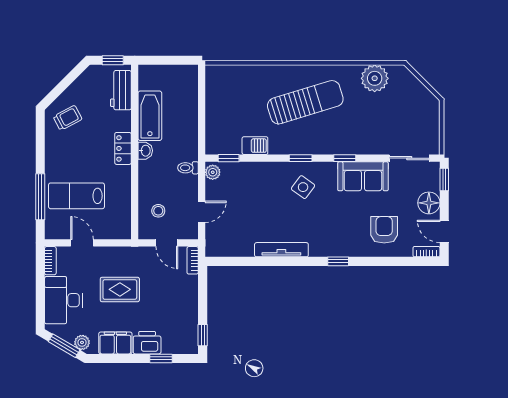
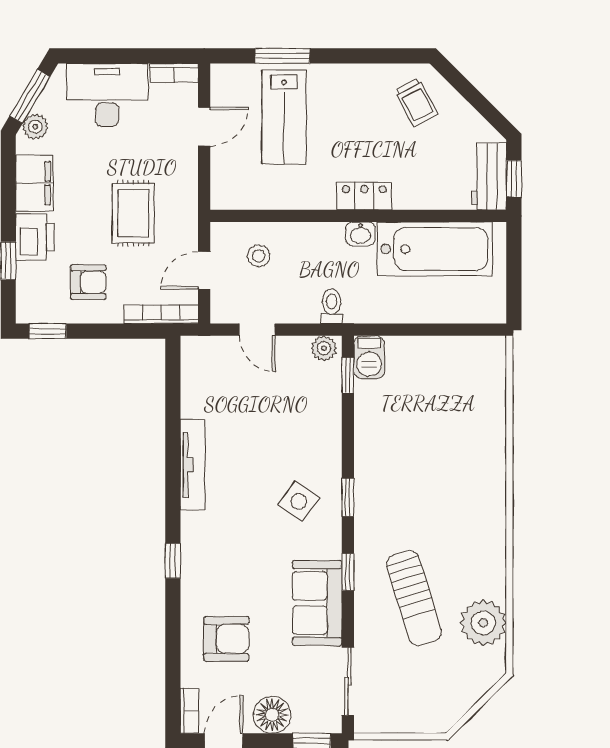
workbench: (121, 90) -> (489, 176), moved, turned -90
sun lounger: (305, 102) -> (414, 598), moved, width x0.73, depth x0.75
bathtub: (150, 116) -> (435, 249), width x1.36, depth x1.36
barbecue: (255, 146) -> (369, 357), moved
lab bench: (76, 196) -> (284, 117), turned 180
window: (40, 197) -> (282, 56), width x0.69
bookcase: (193, 260) -> (161, 314), width x1.56
rug: (120, 289) -> (133, 213), moved
armchair: (174, 311) -> (88, 282), added

